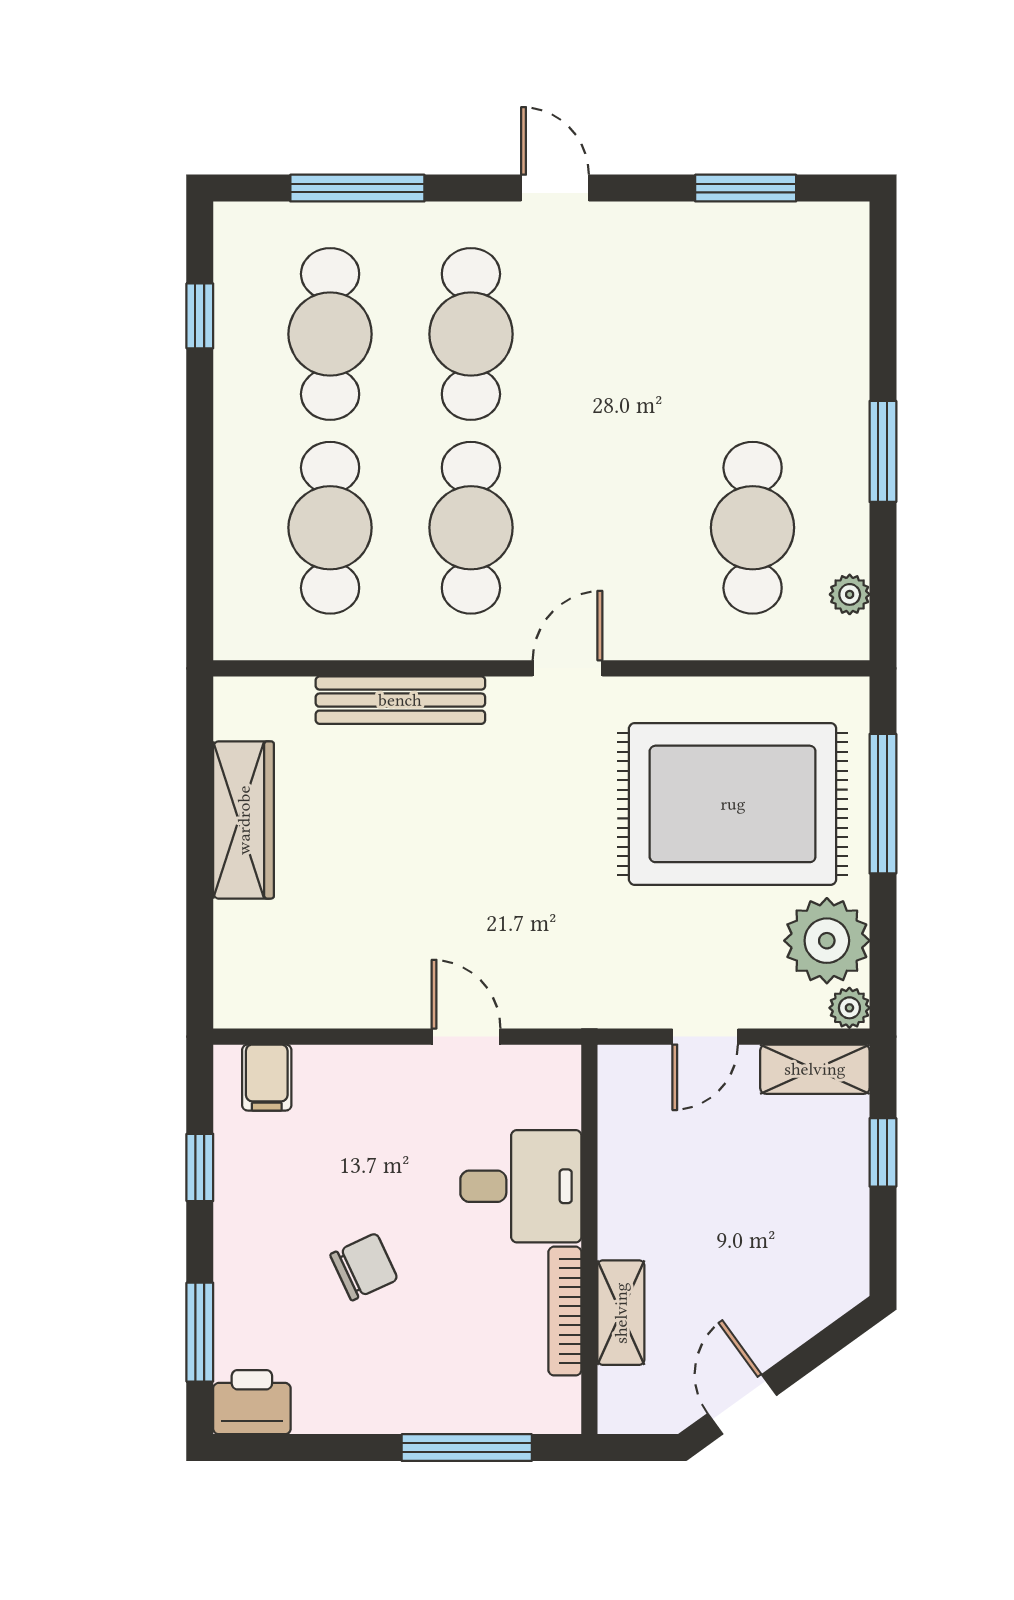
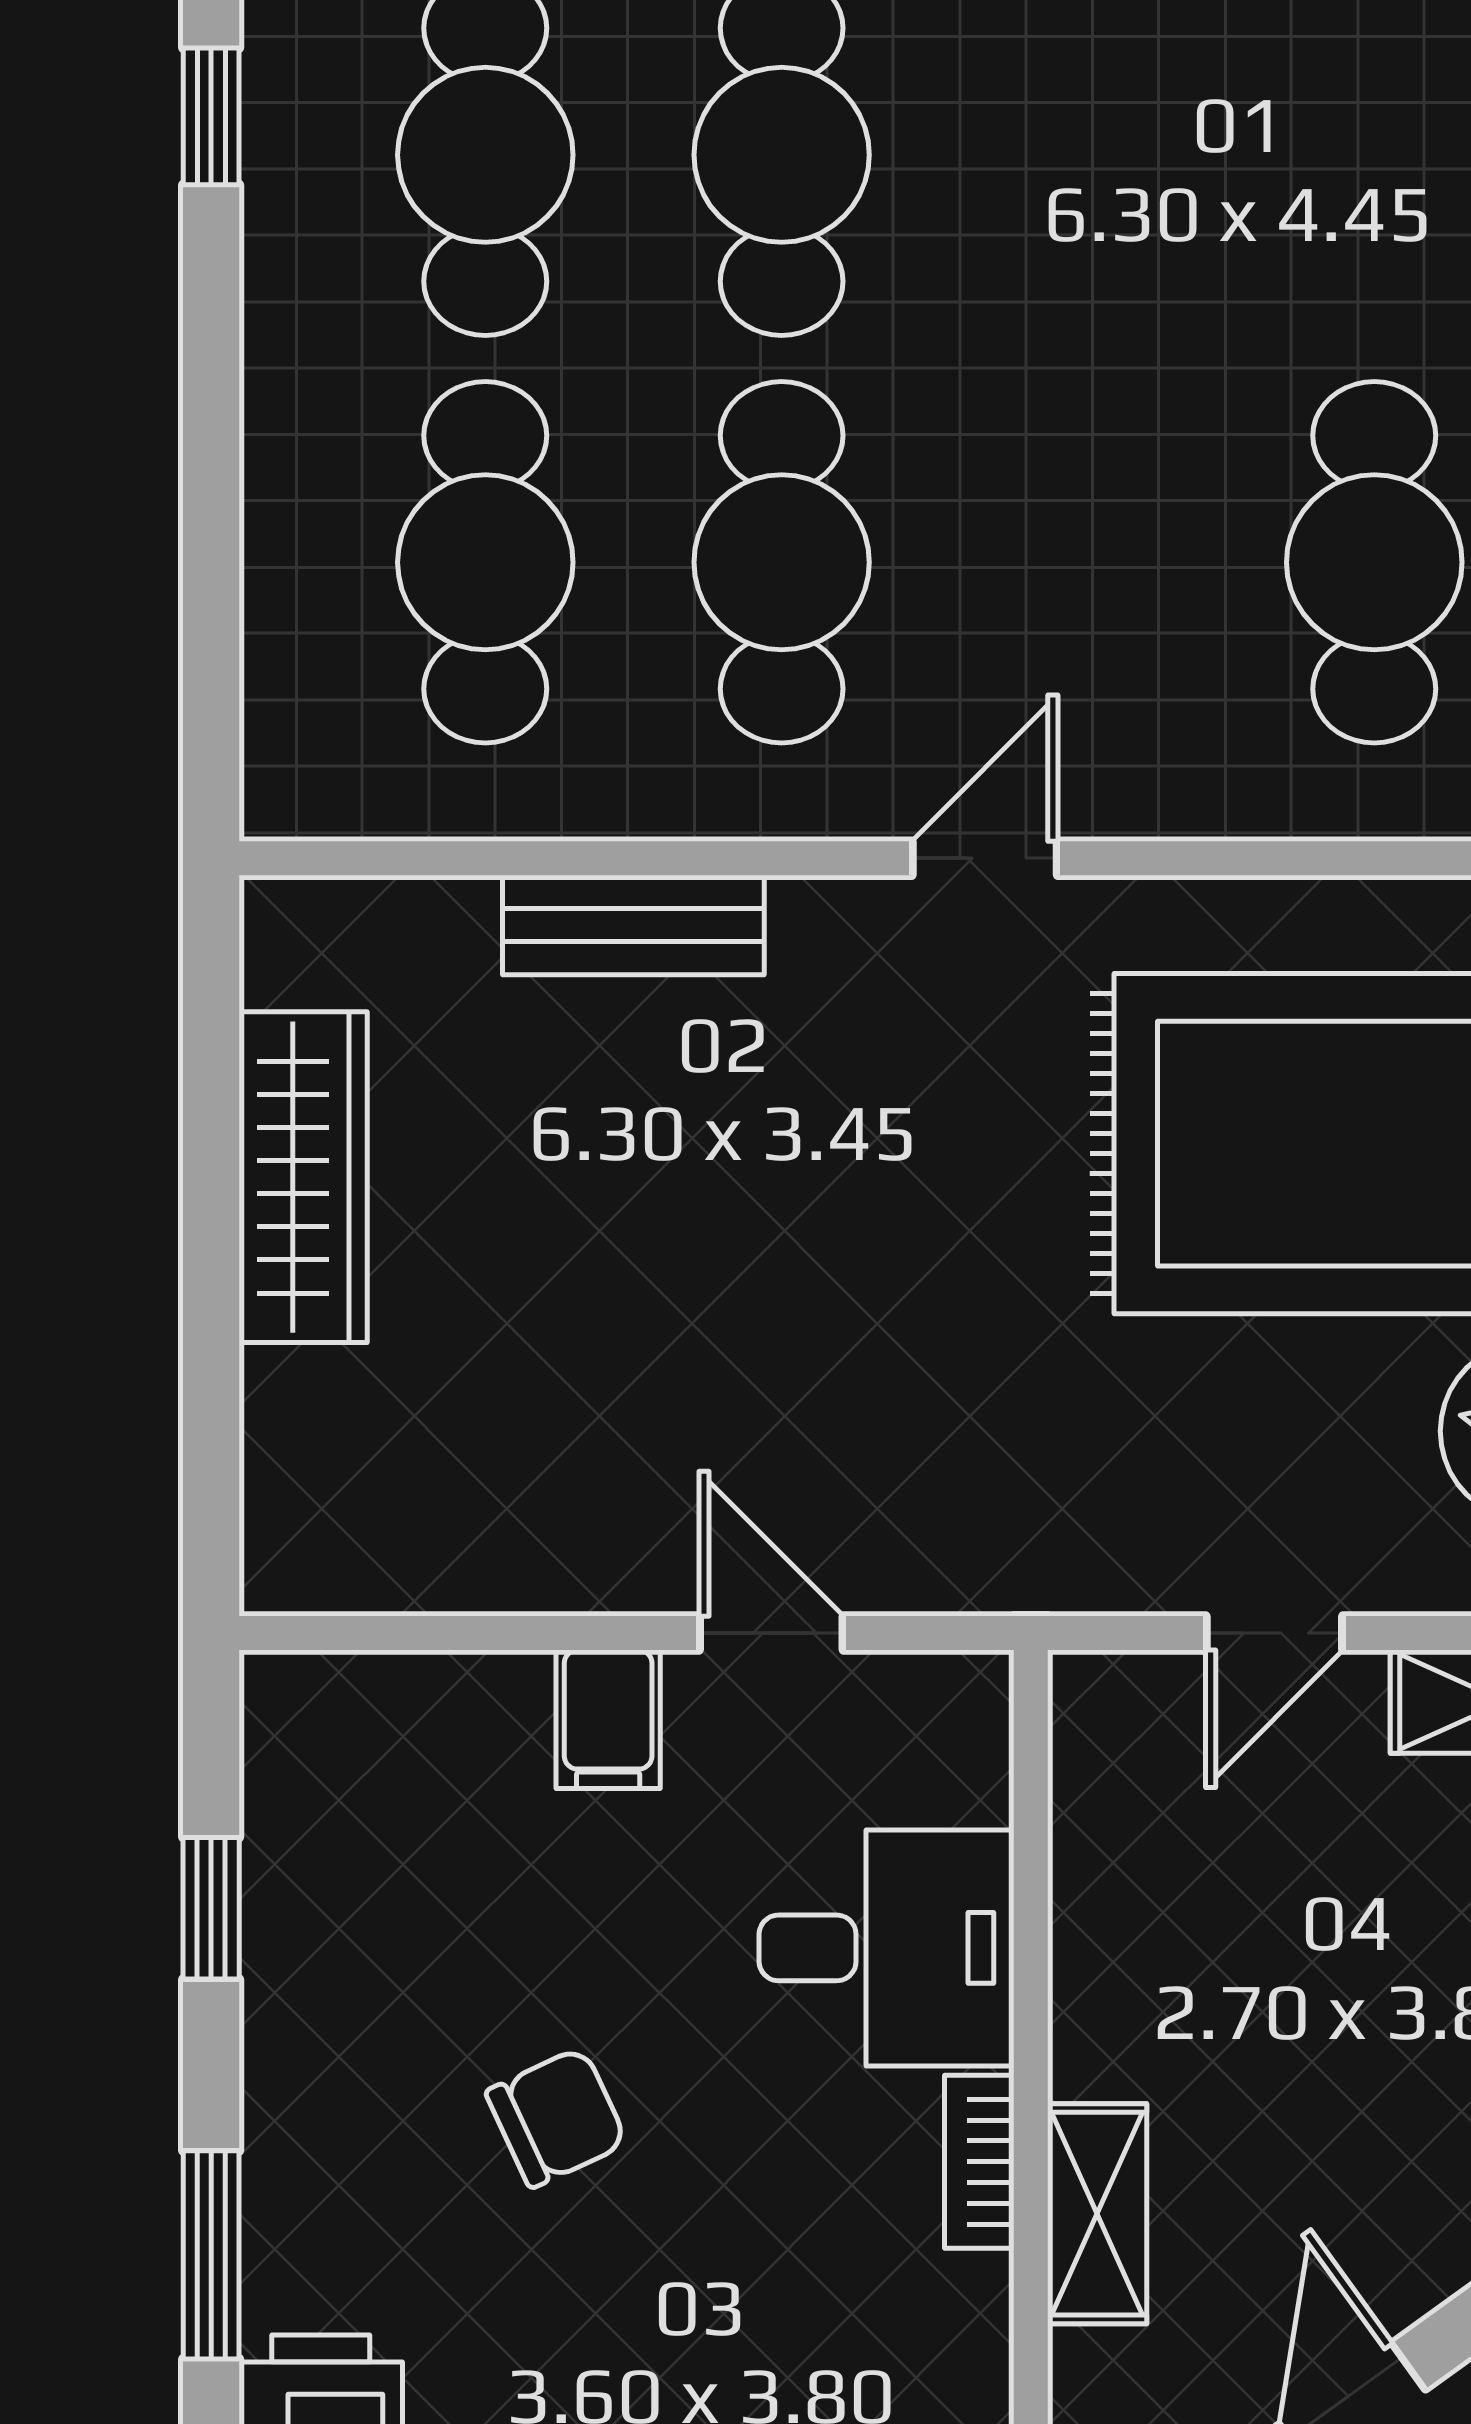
bench: (400, 700) -> (633, 925), width x0.73
filing cabinet: (267, 1078) -> (608, 1719), moved
bookcase: (565, 1311) -> (979, 2162), width x0.64

